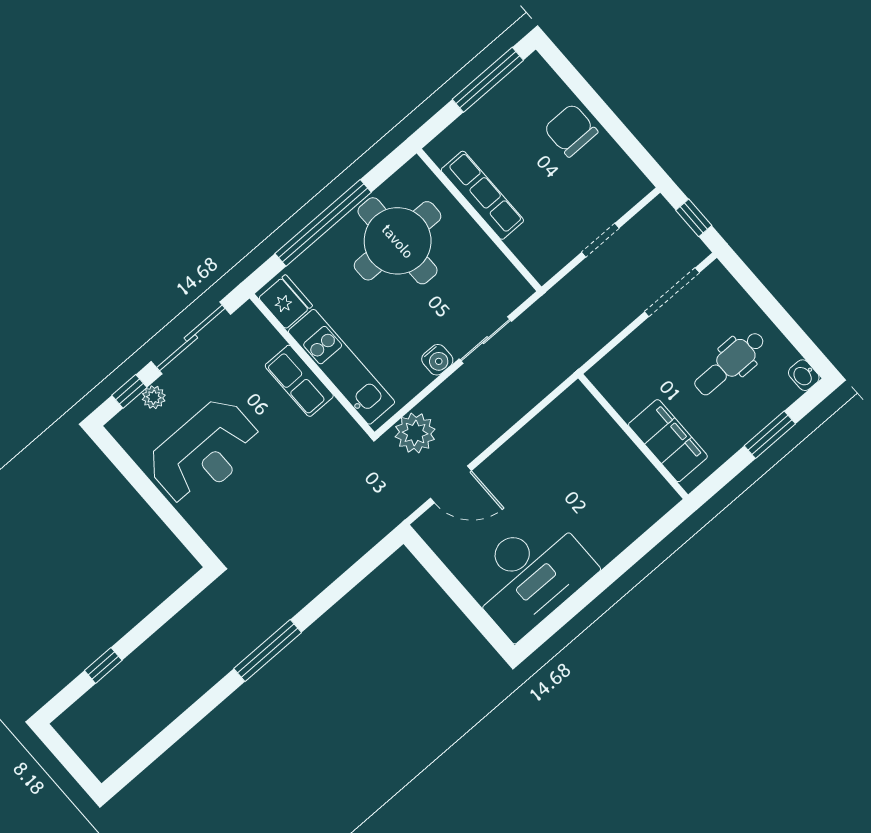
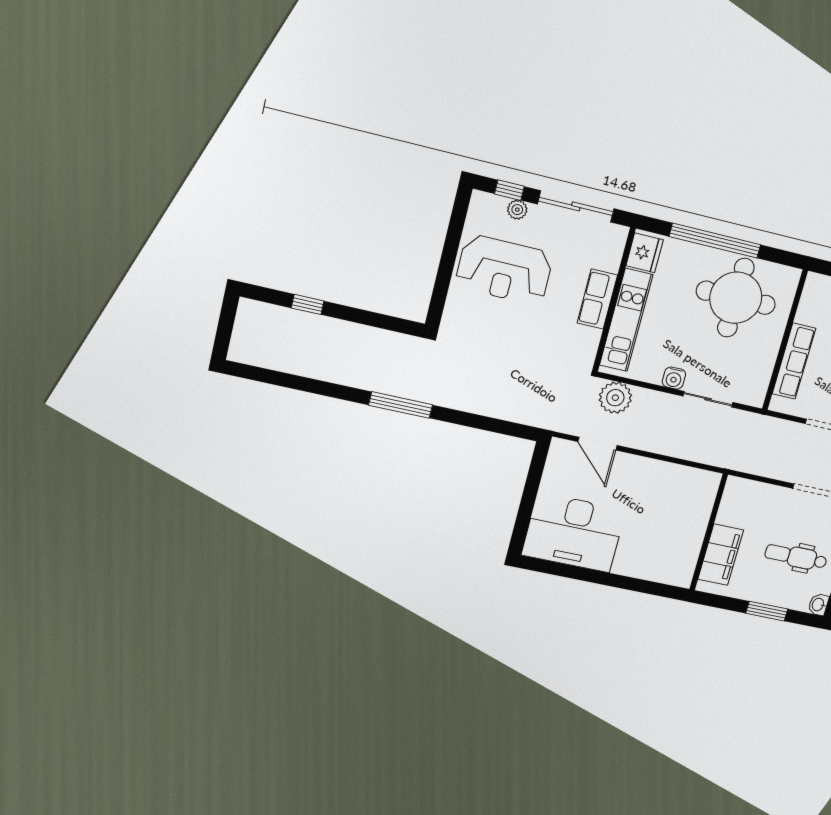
row of seats: (482, 195) -> (794, 361), moved

